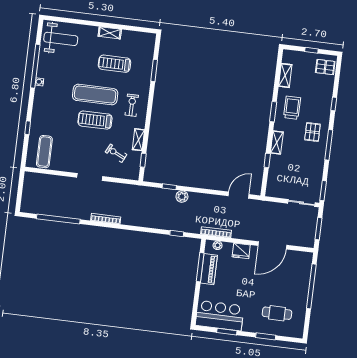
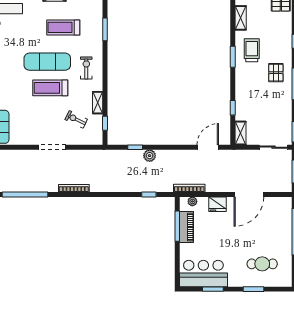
shelving: (277, 142) -> (240, 133), moved

